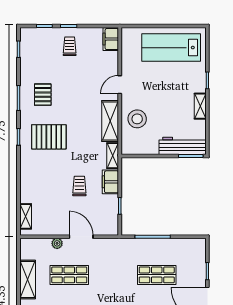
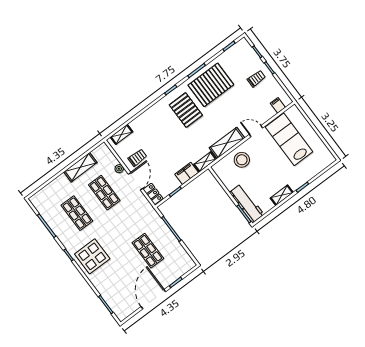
filing cabinet: (111, 39) -> (278, 105), width x0.50
lab bench: (171, 48) -> (289, 139), moved
pallet: (43, 95) -> (211, 85), width x2.05, depth x2.00
trolley: (79, 186) -> (137, 158), moved
locker: (106, 229) -> (153, 194), added

